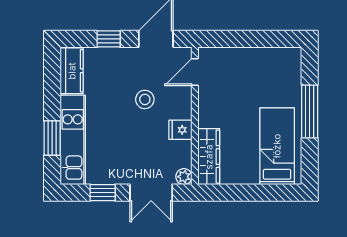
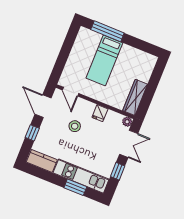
window: (310, 112) -> (107, 31), moved
bed: (277, 146) -> (104, 60), moved, turned -90
wardrobe: (209, 157) -> (135, 97), moved, turned -90

